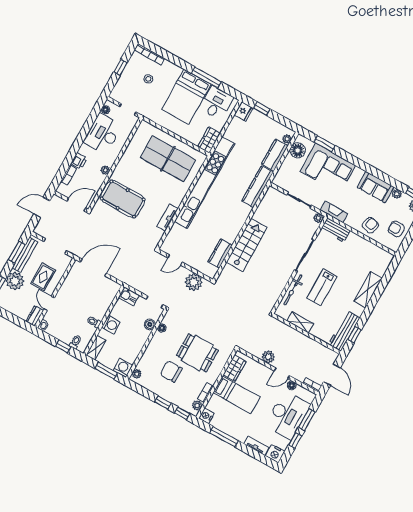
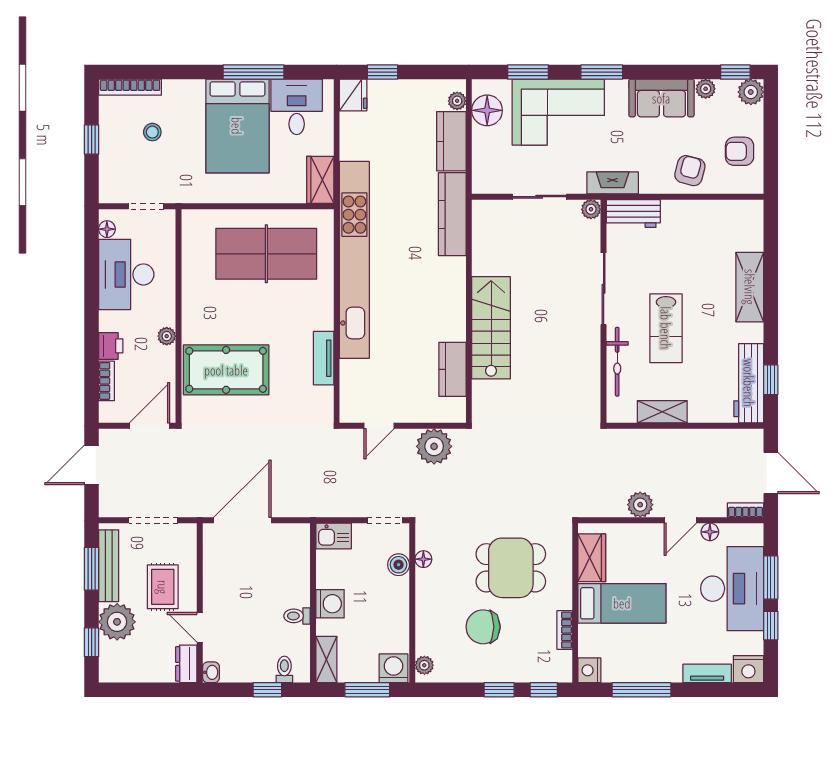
window: (356, 162) -> (602, 72), added
plant: (197, 405) -> (562, 661), removed

